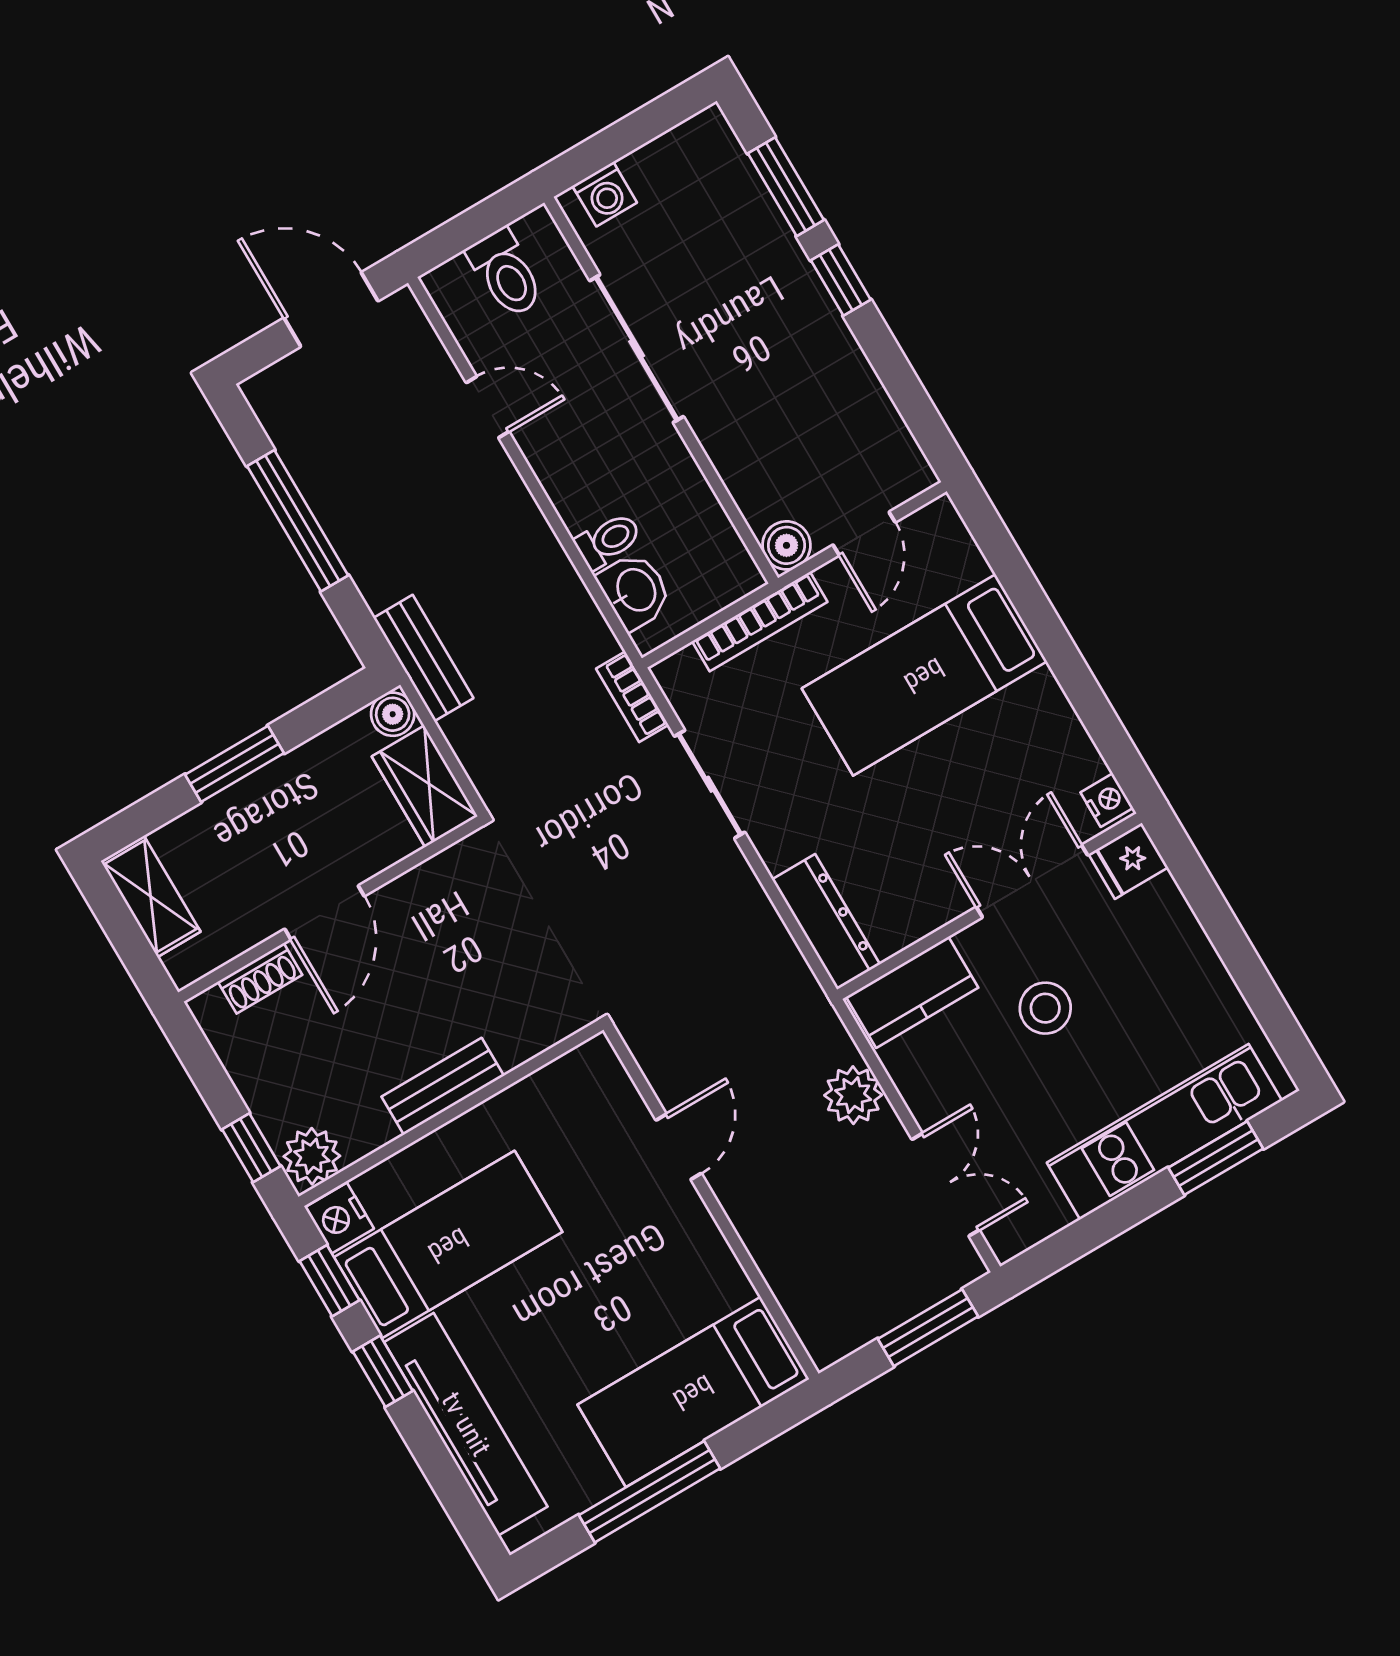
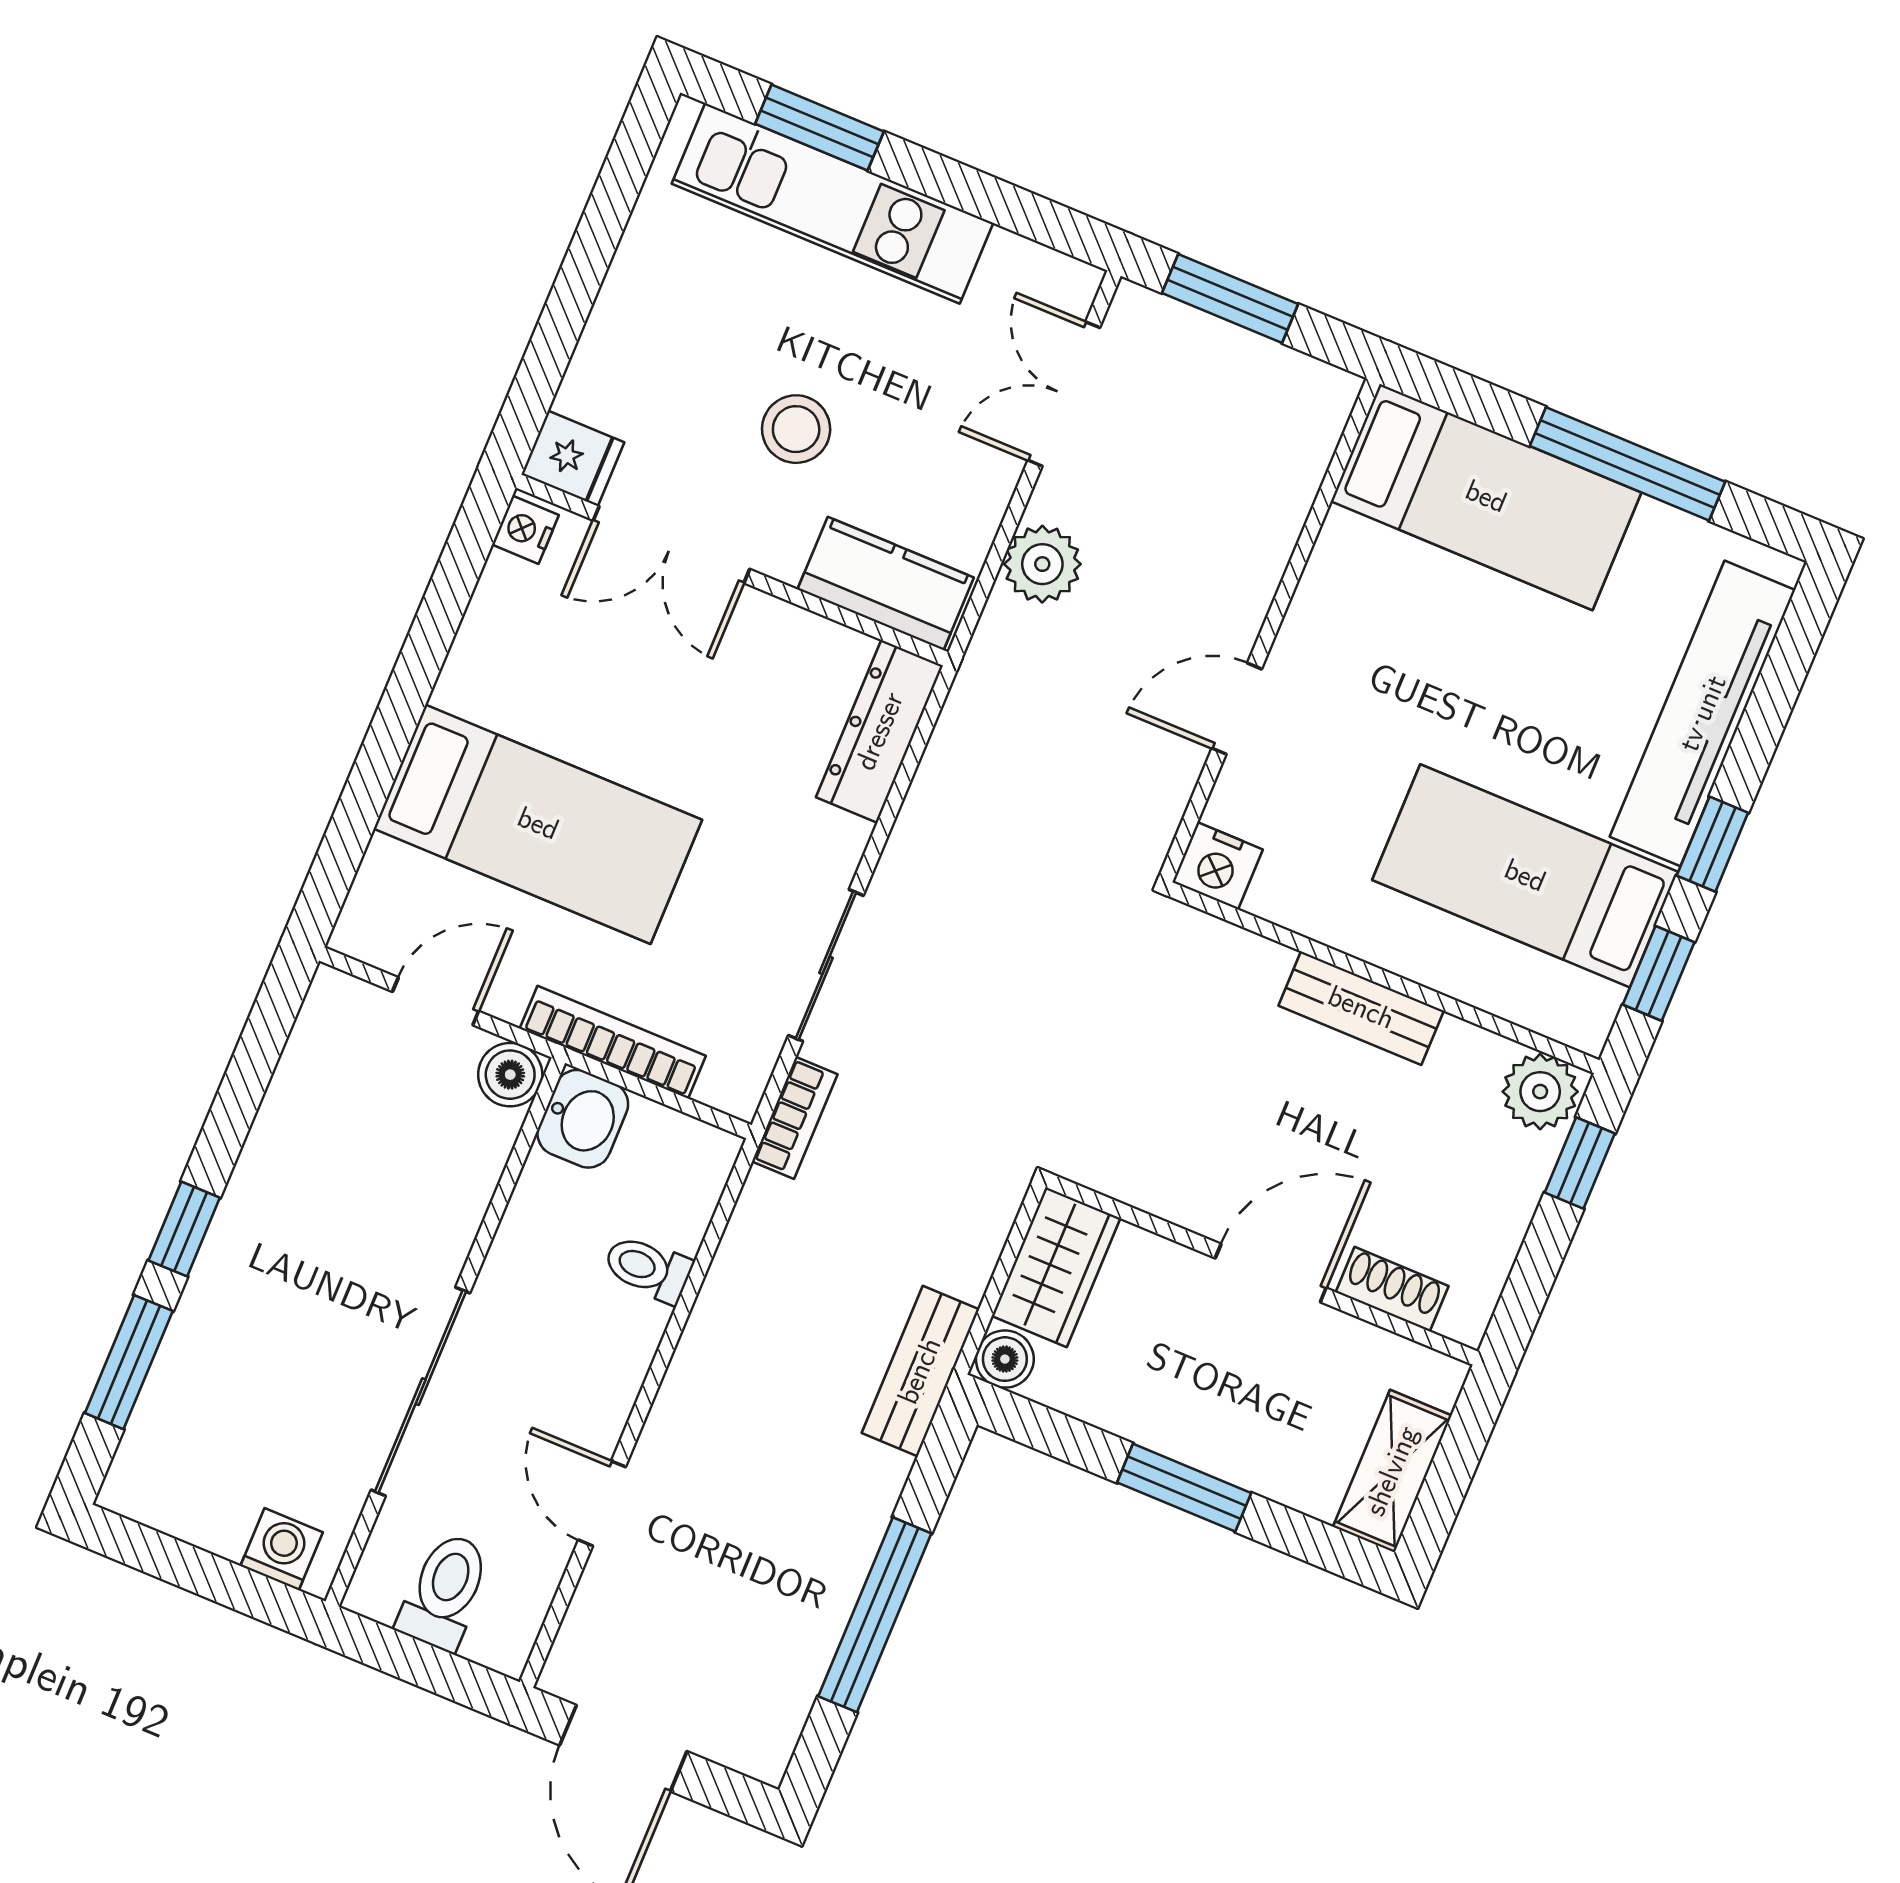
washbasin: (635, 591) -> (583, 1119), moved, turned 180
nightstand: (339, 1218) -> (1218, 866), moved, turned 90

